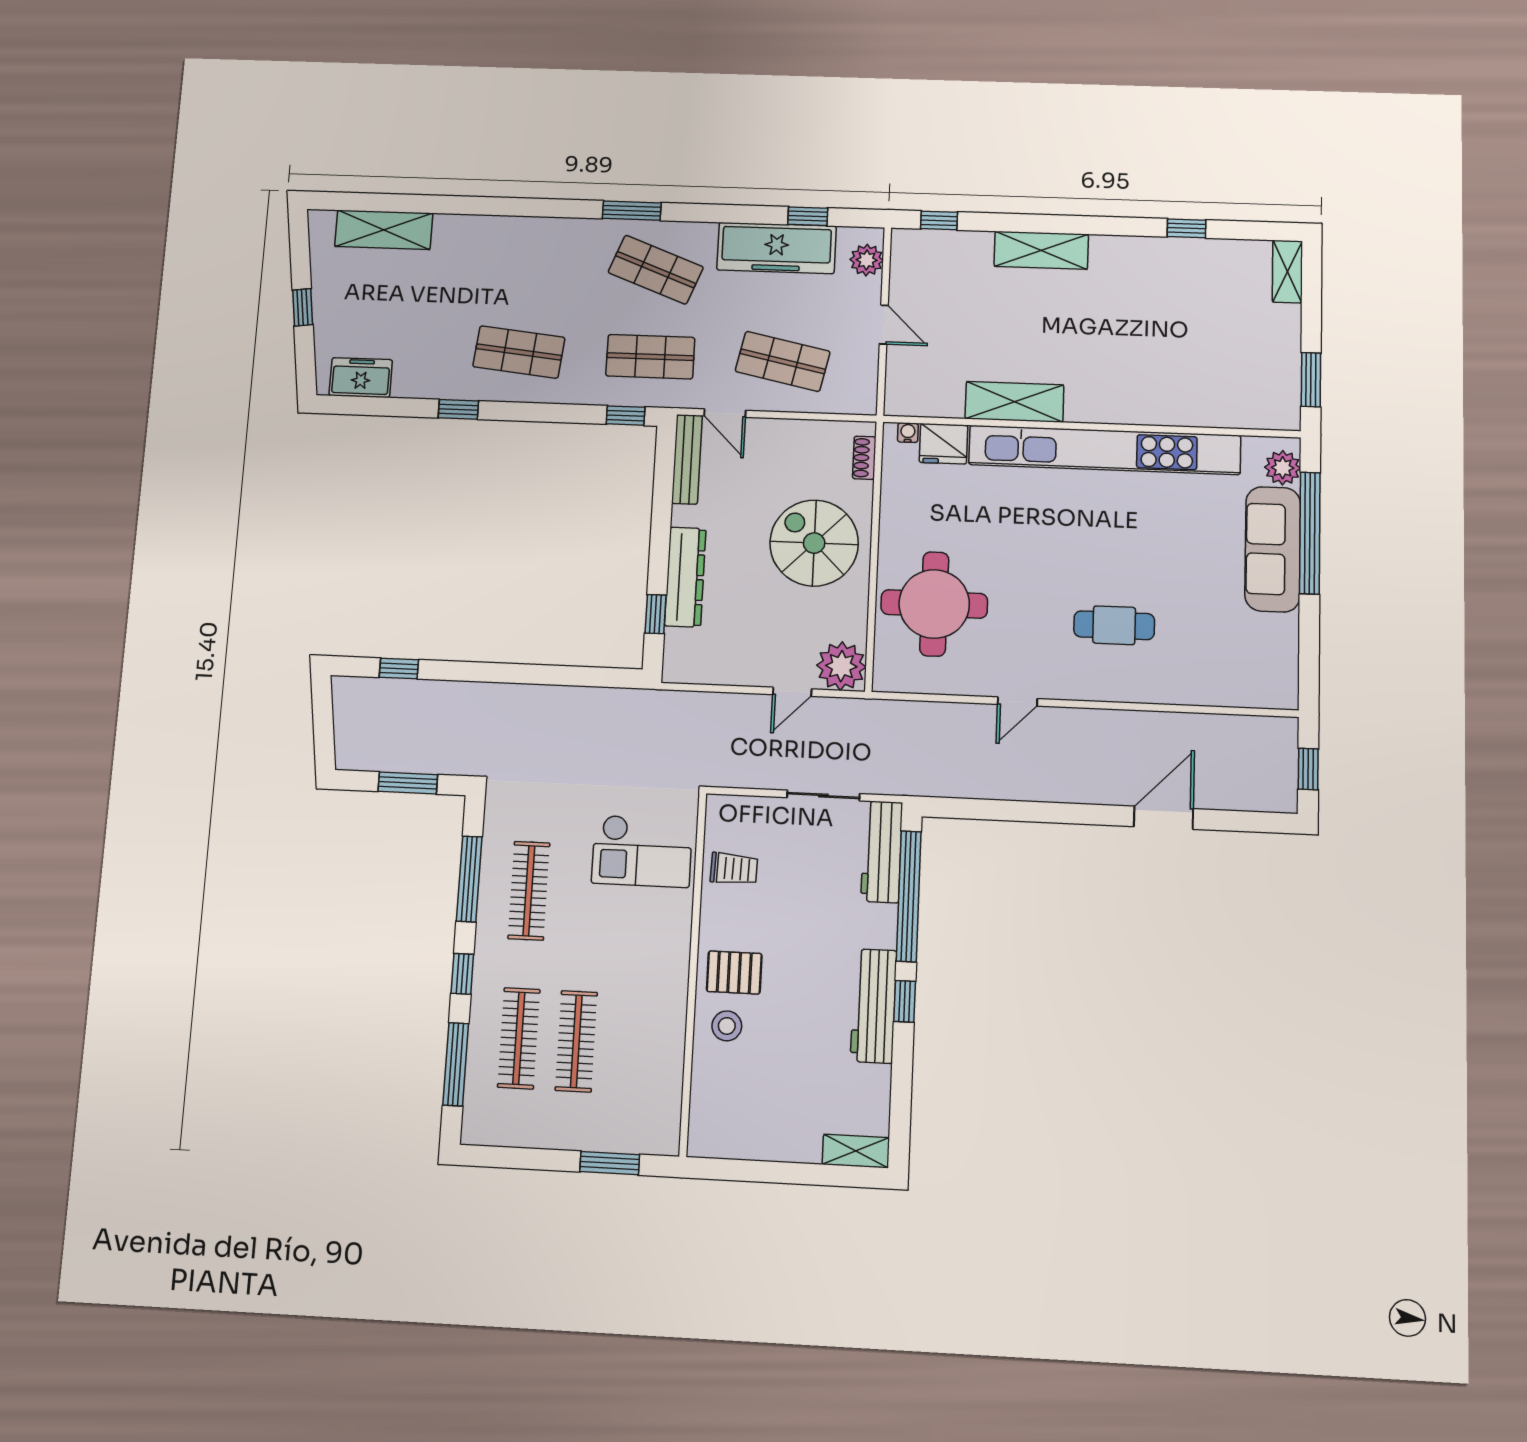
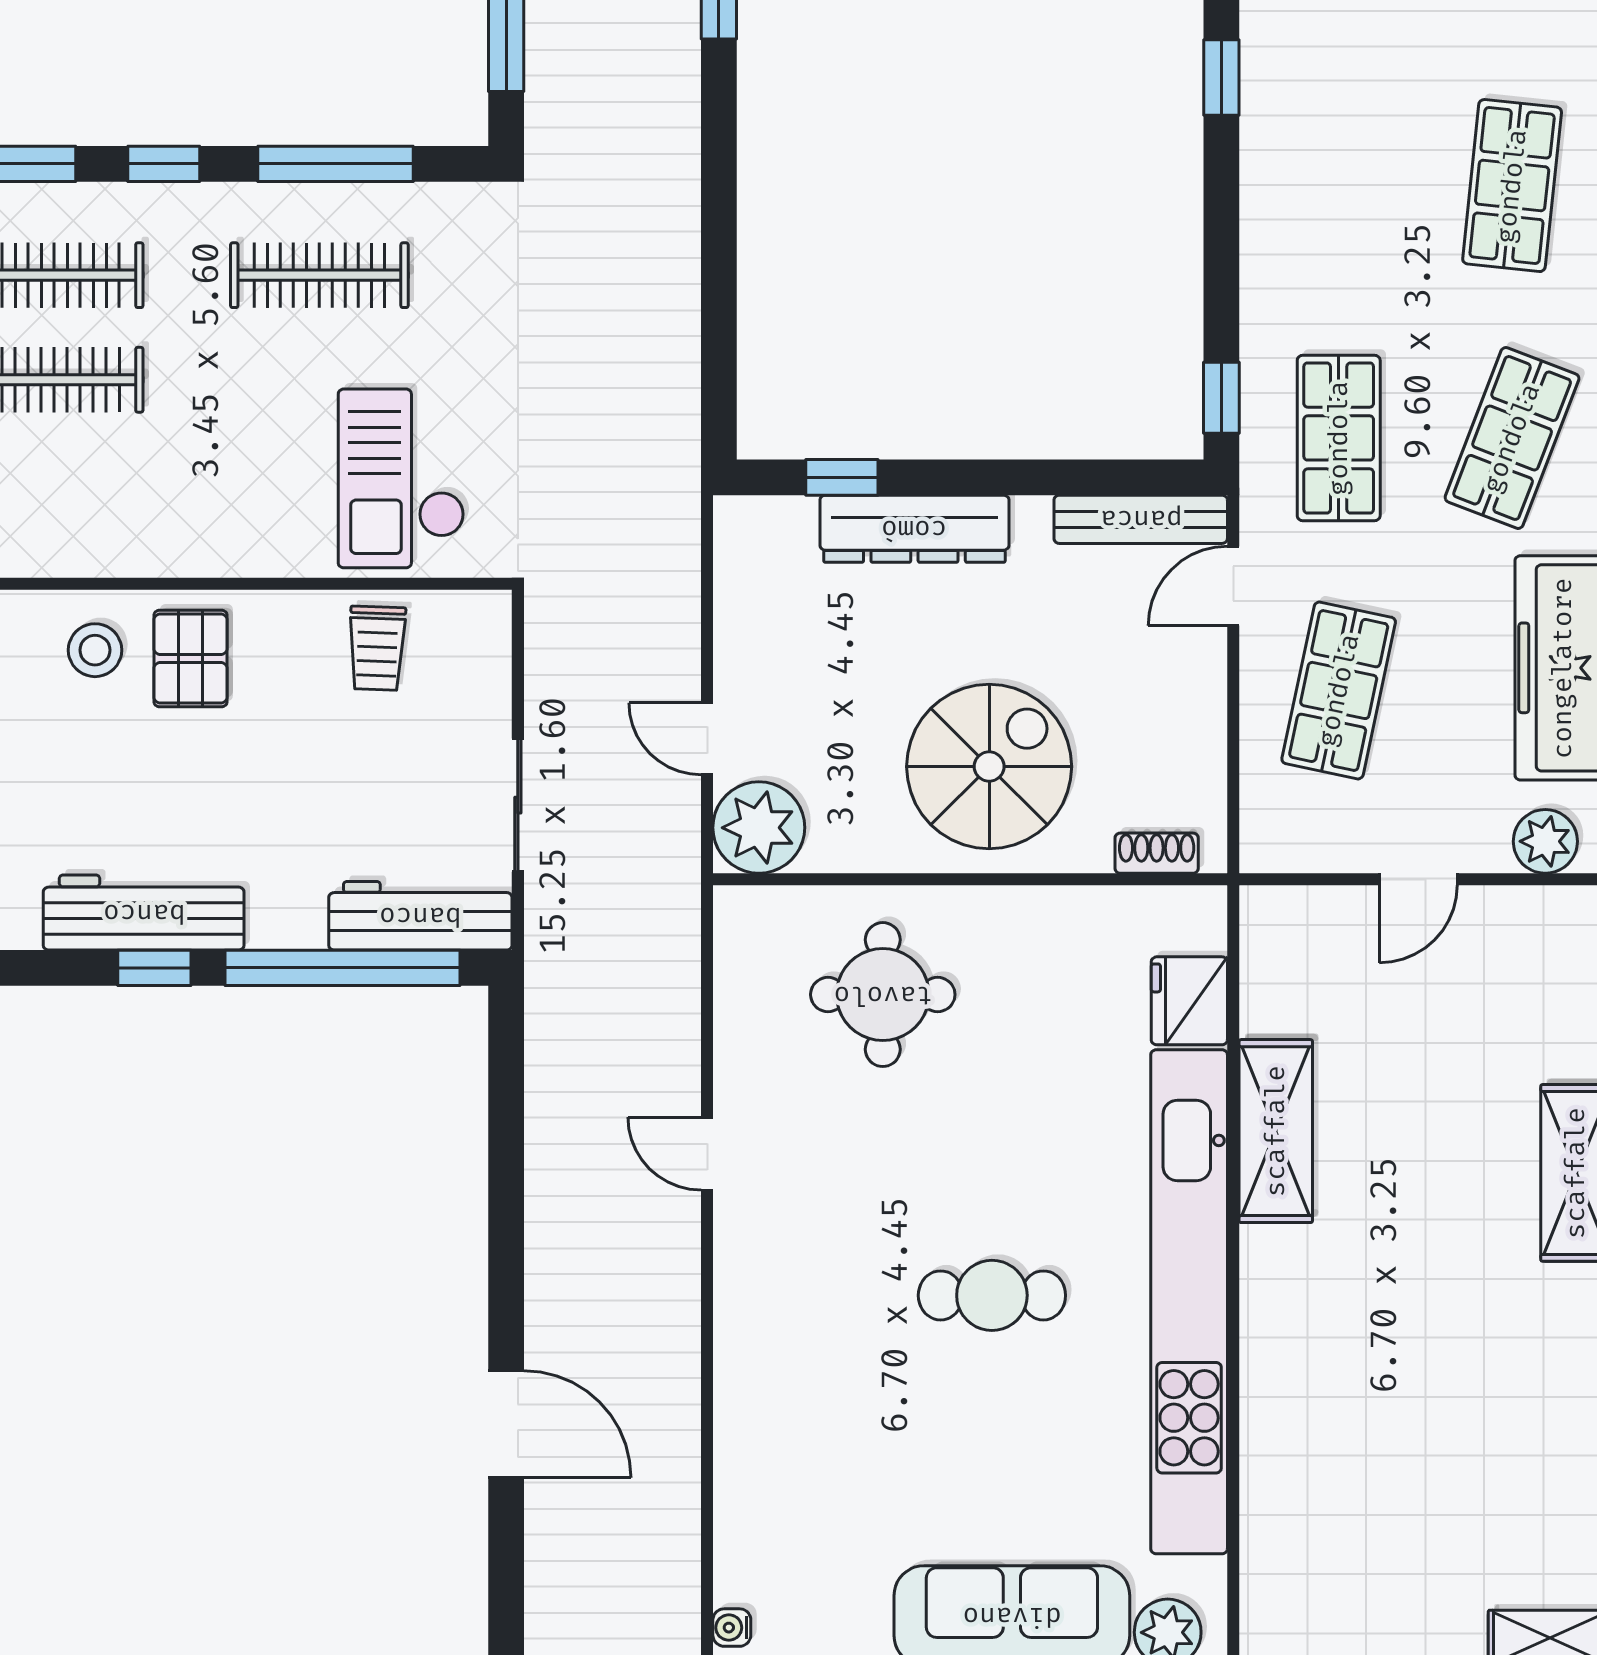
shop shelf: (519, 352) -> (1512, 186), moved
water cooler: (908, 433) -> (732, 1628), moved, turned 180
round table: (934, 604) -> (883, 995), width x0.73, depth x0.73
cafe table: (1114, 625) -> (992, 1295), moved, turned 90

